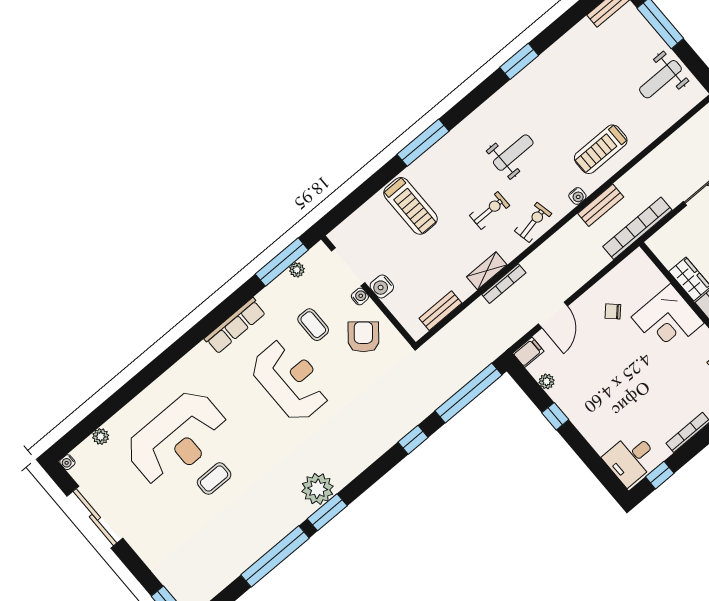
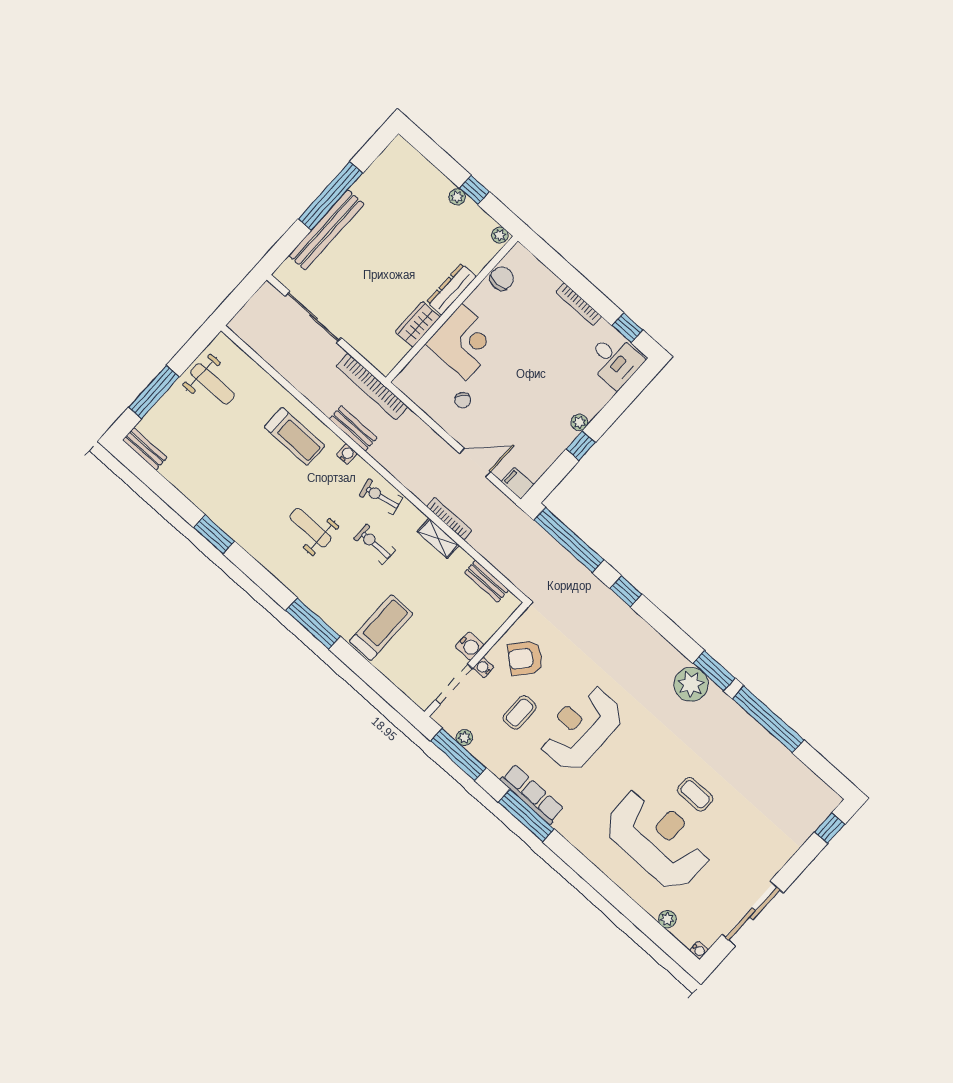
window: (216, 318) -> (526, 816), added
plant: (547, 381) -> (579, 422), moved

